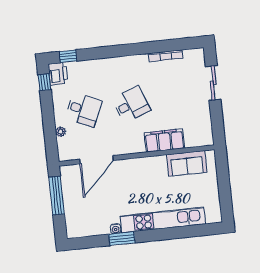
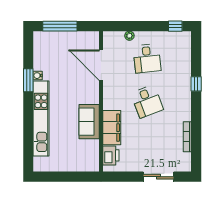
window: (68, 56) -> (196, 84), moved
printer: (58, 74) -> (111, 155), moved, turned -90
desk: (84, 110) -> (147, 58), turned -30
sofa: (187, 163) -> (89, 122), moved
window: (57, 196) -> (60, 26), moved

